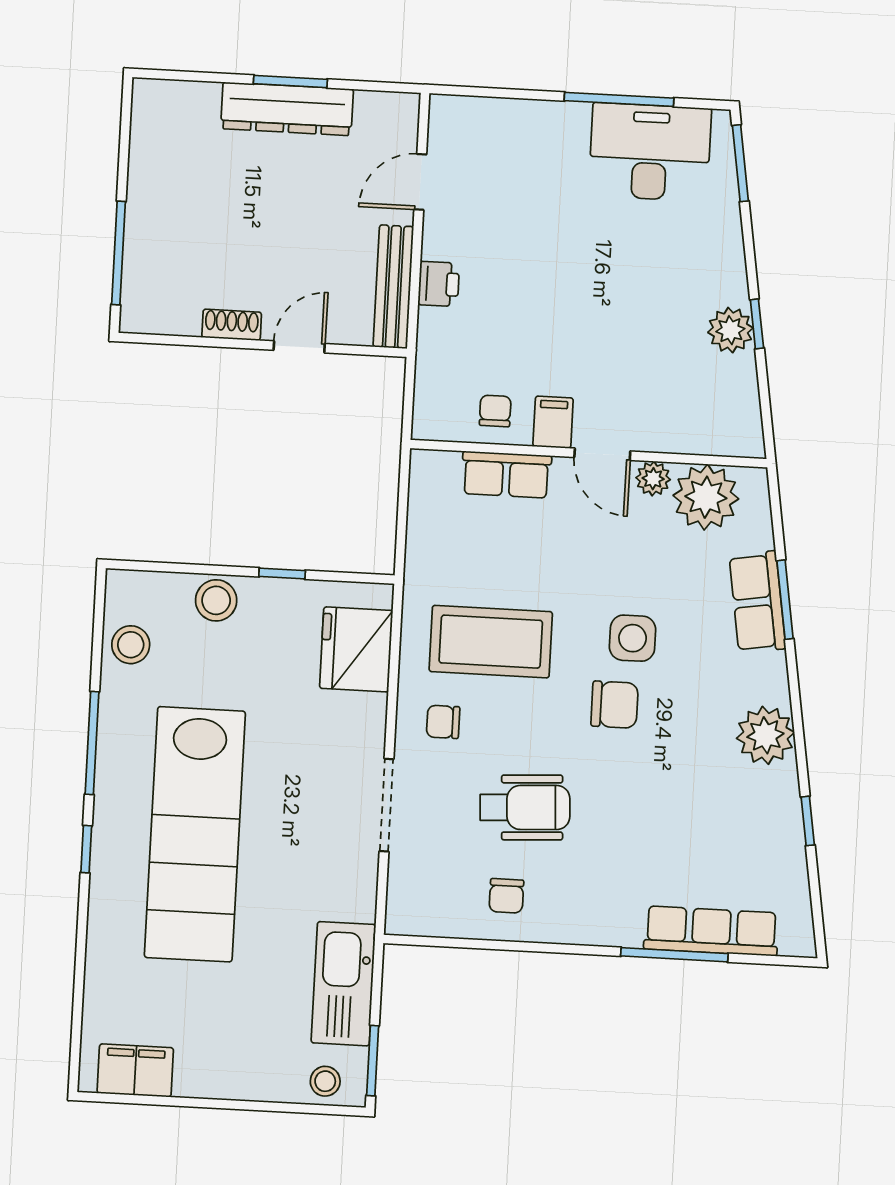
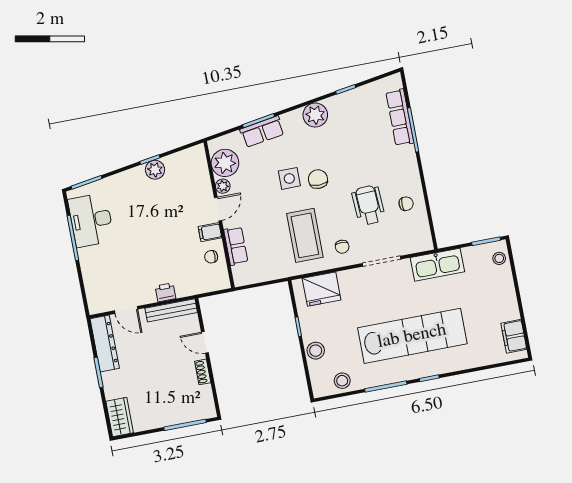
wardrobe: (175, 105) -> (120, 417), added
dresser: (287, 109) -> (105, 344), moved
kitchen sink: (343, 984) -> (437, 265), moved

